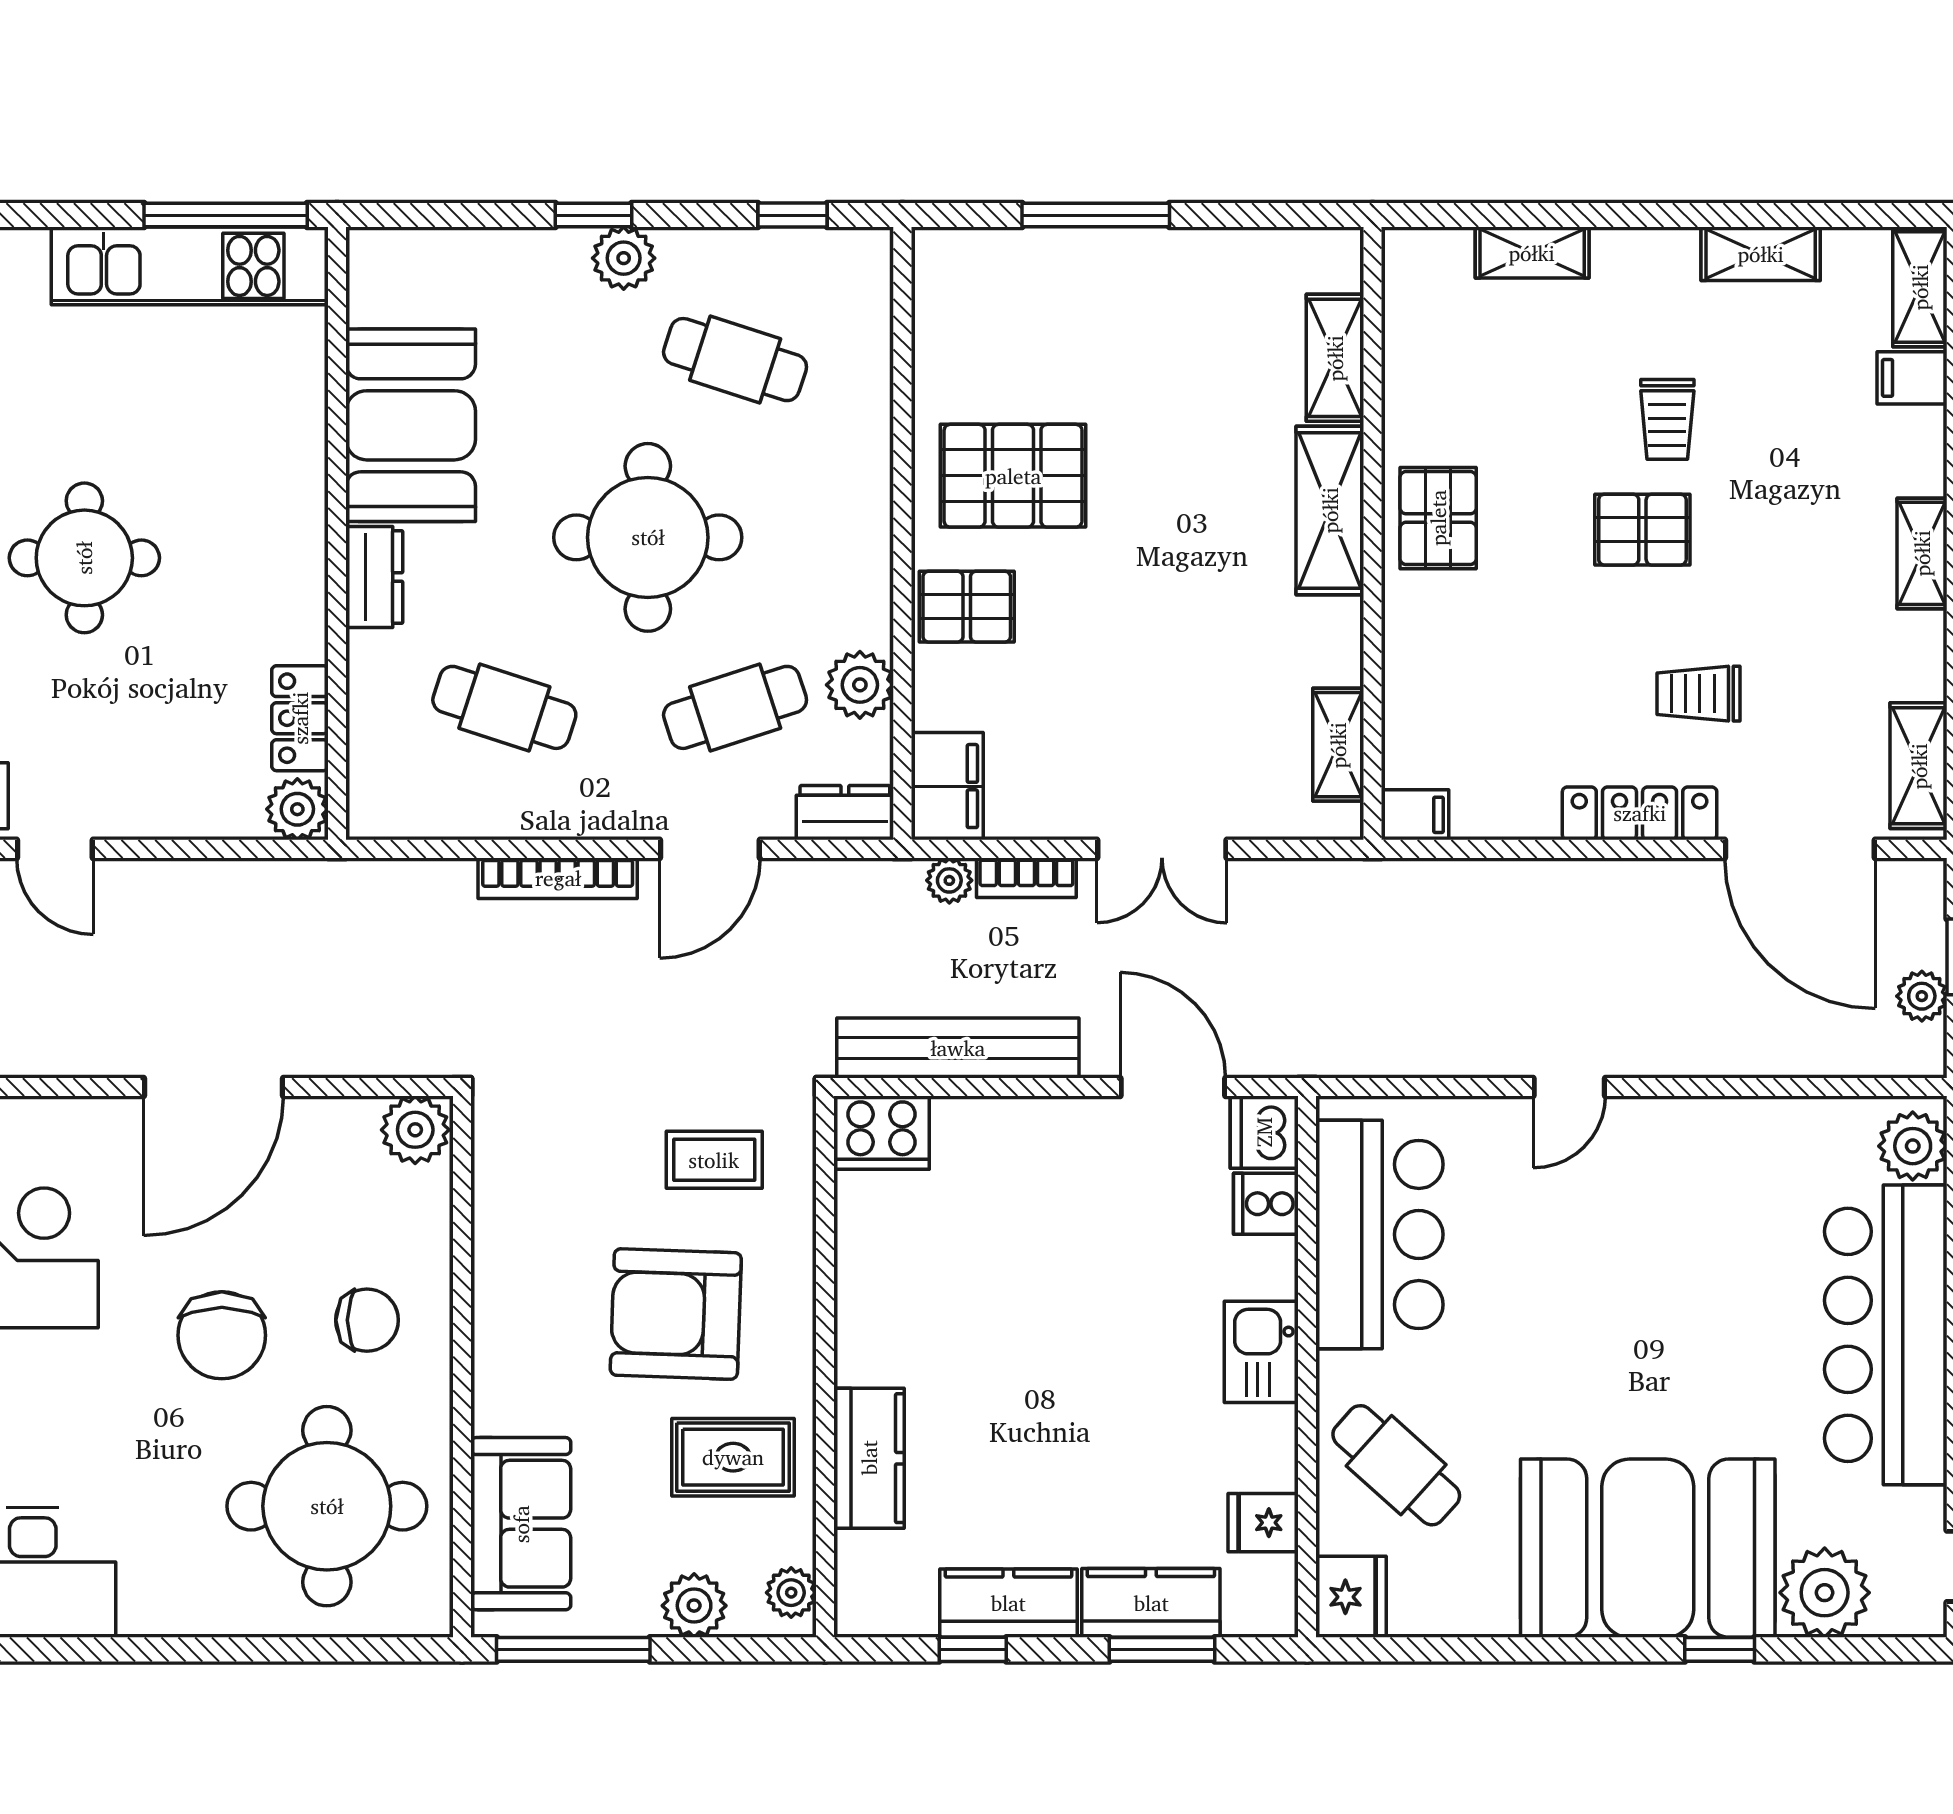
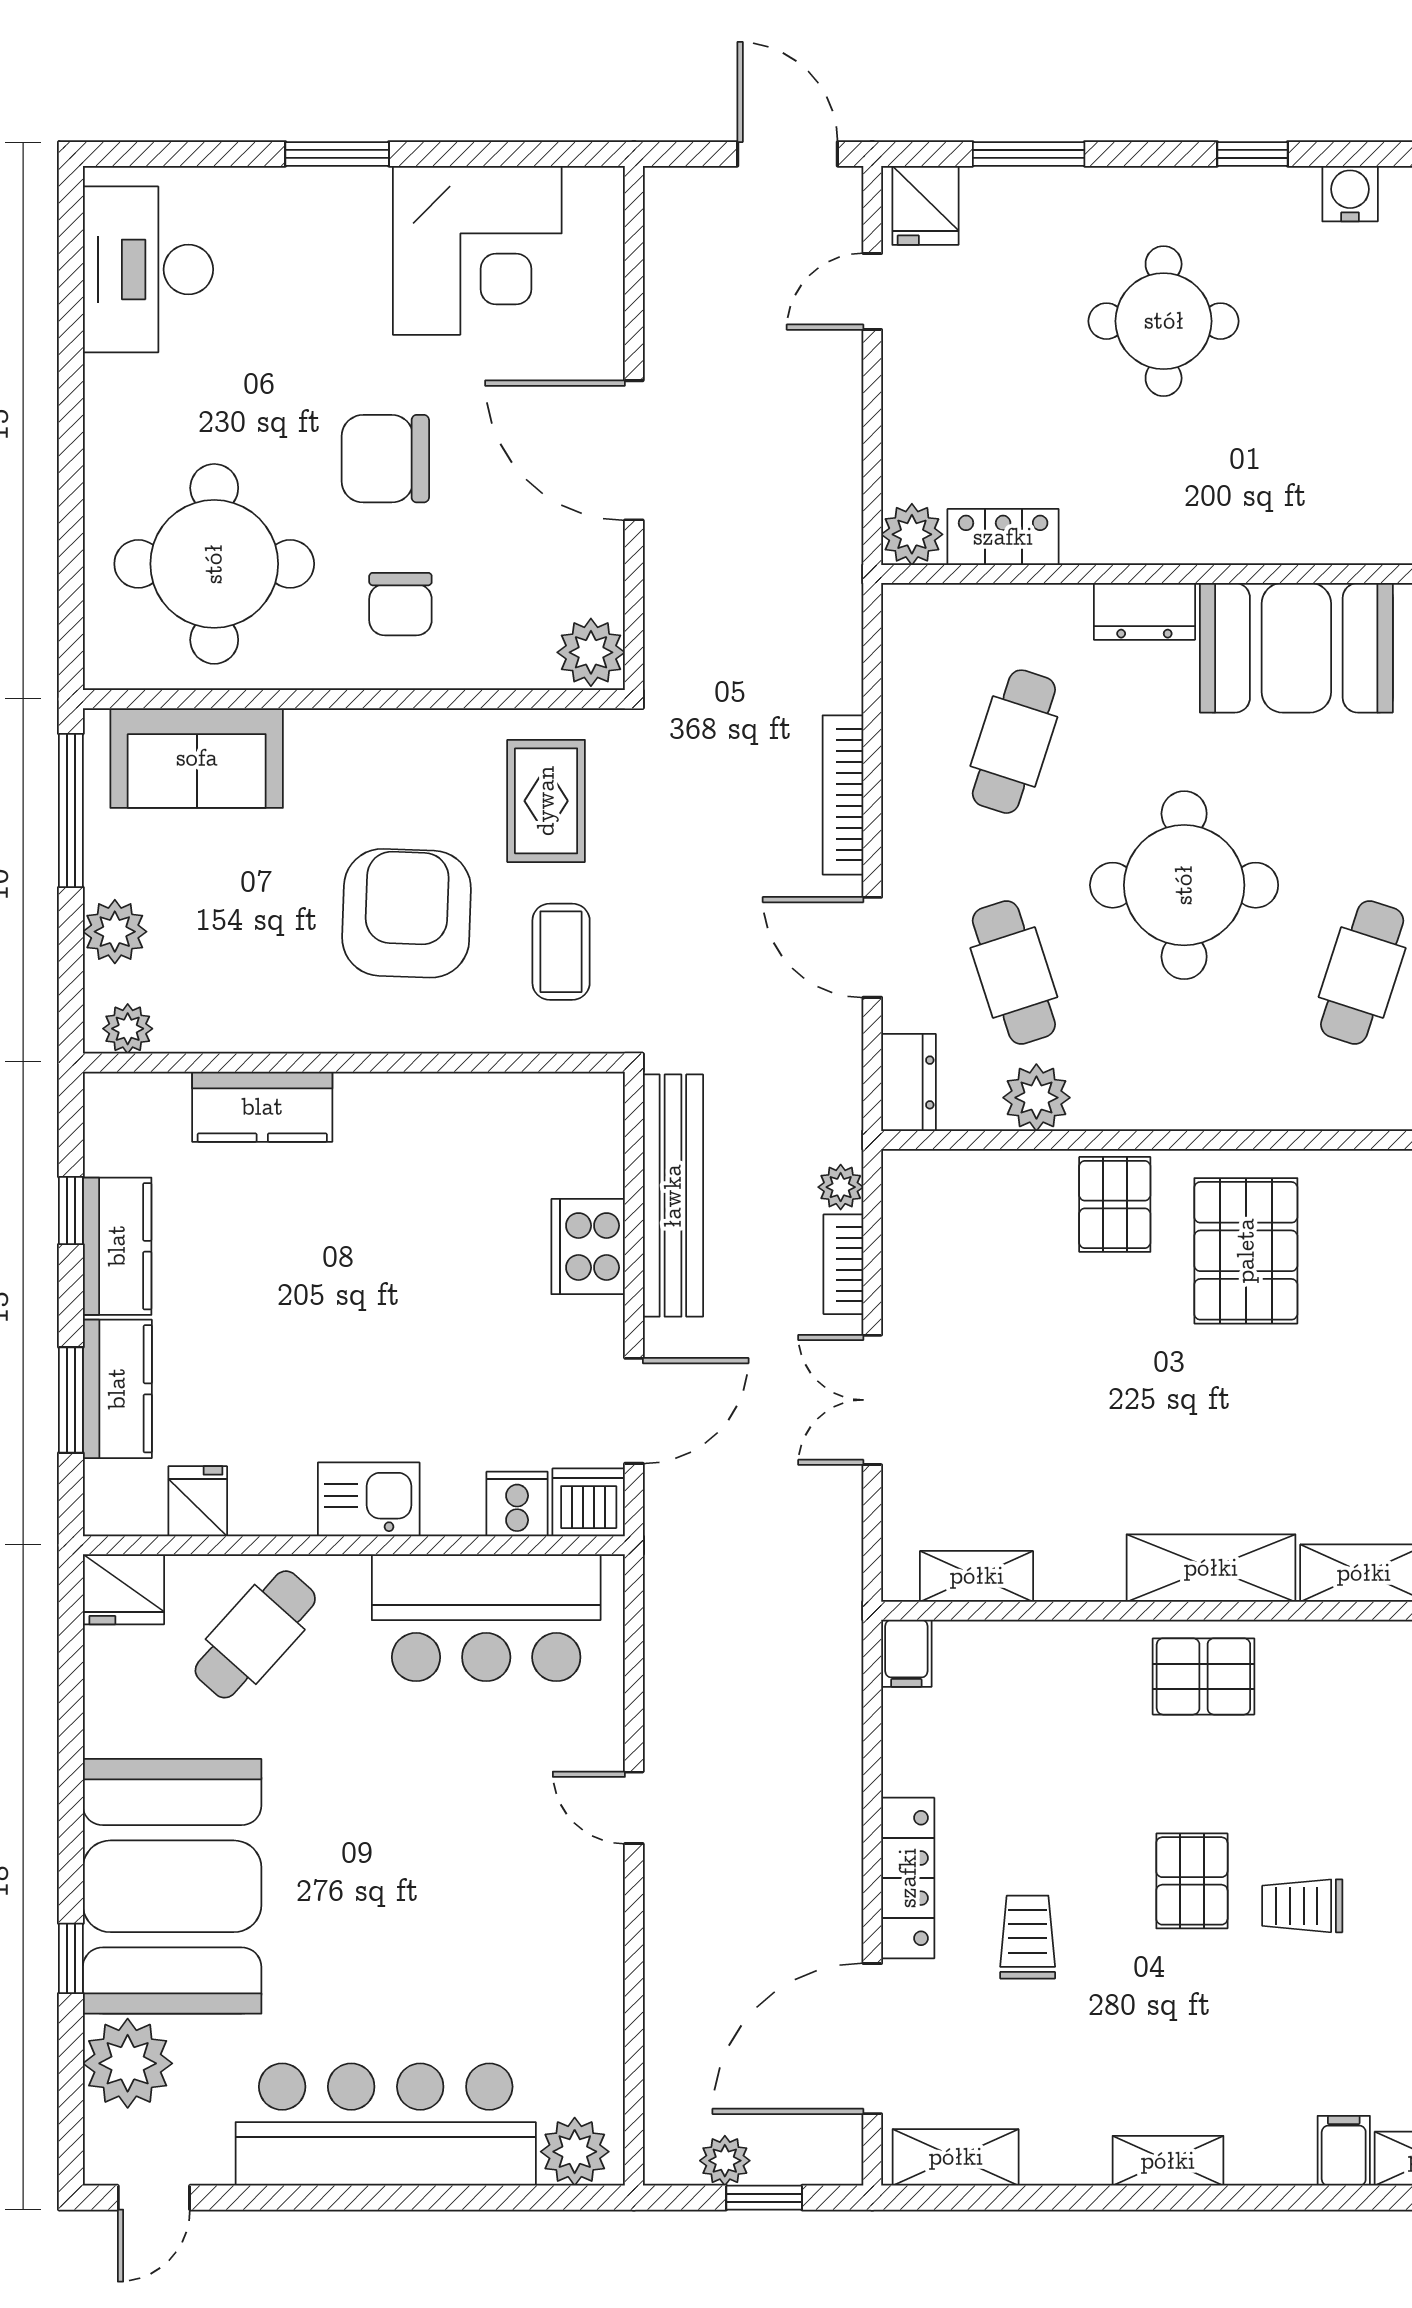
filing cabinet: (947, 786) -> (935, 1185), removed
cooker: (882, 1133) -> (588, 1247), moved
rug: (733, 1457) -> (546, 801), moved

